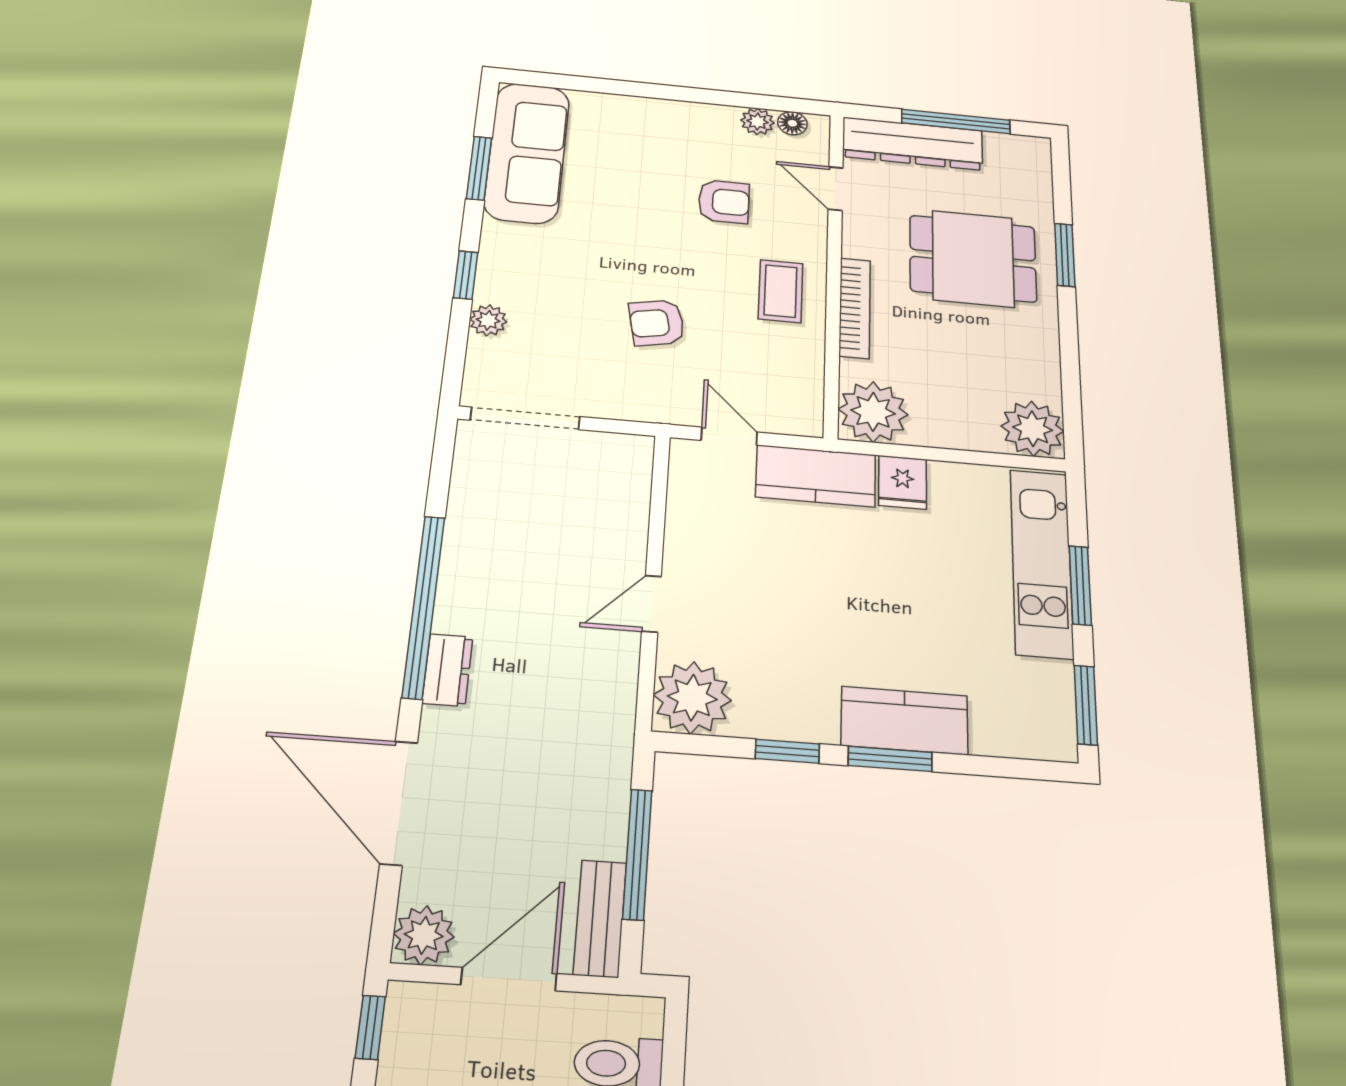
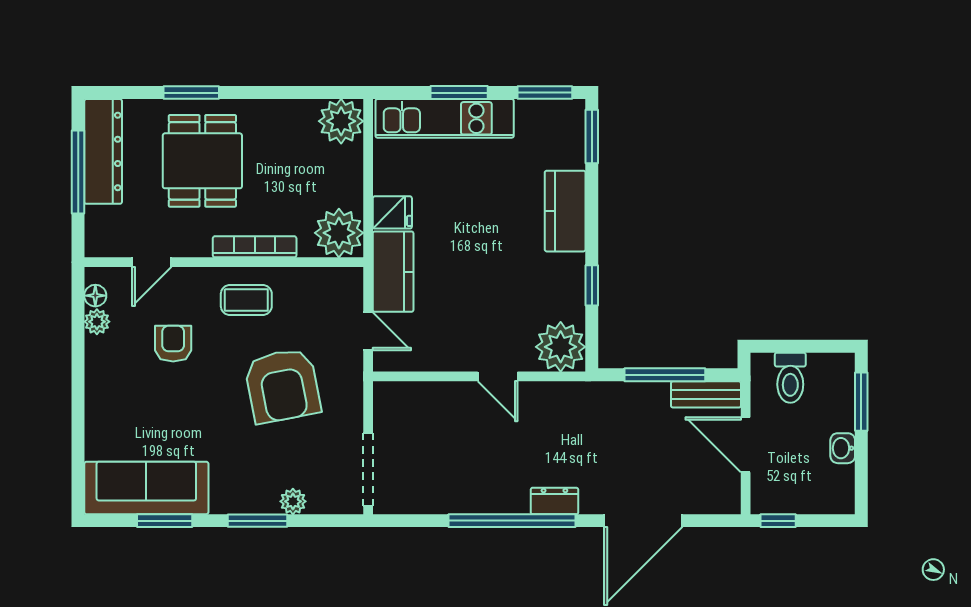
dresser: (913, 144) -> (103, 151), moved
window: (466, 275) -> (257, 521), width x1.50
armchair: (657, 323) -> (282, 386), width x1.88, depth x1.88
door: (729, 436) -> (368, 331), swing flipped
window: (890, 759) -> (592, 137), moved
plant: (424, 935) -> (723, 497), removed

